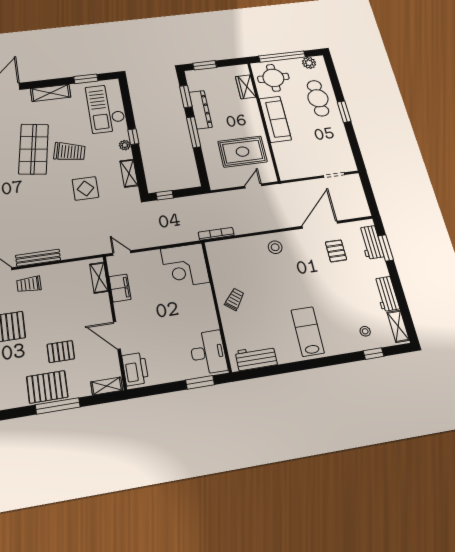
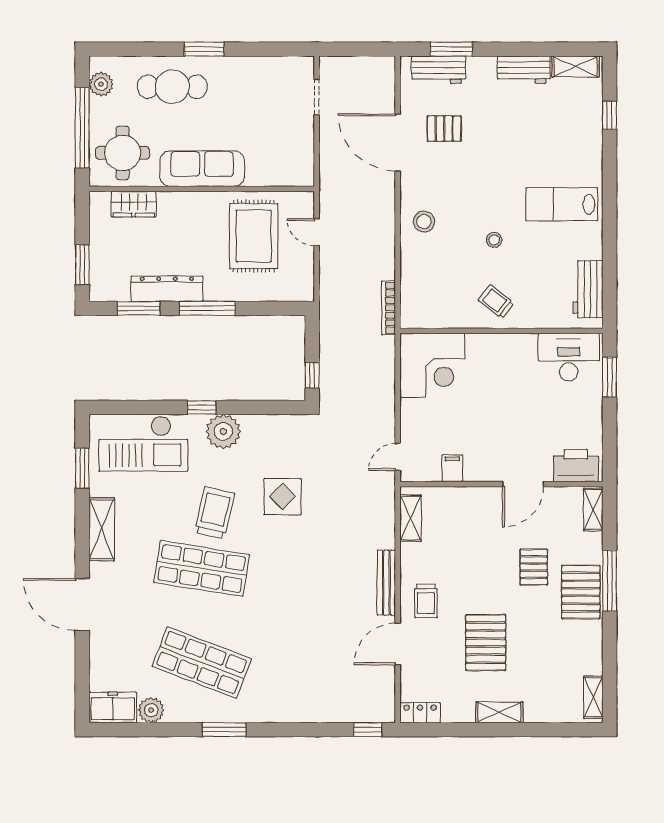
plant: (125, 145) -> (223, 431), width x1.88, depth x1.88
shelving: (129, 173) -> (266, 425), removed
shelving: (99, 278) -> (411, 518), moved, turned 90
filing cabinet: (120, 288) -> (452, 468), width x0.50
stool: (365, 331) -> (494, 240), moved

